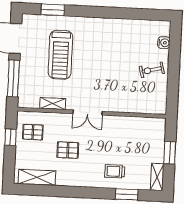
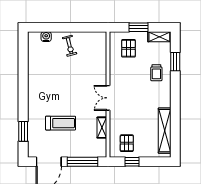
treadmill: (60, 55) -> (61, 123), width x0.73, depth x0.73
double door: (88, 112) -> (108, 98), swing flipped
pallet: (68, 150) -> (128, 48), moved
shelving: (37, 177) -> (165, 131), width x1.47

